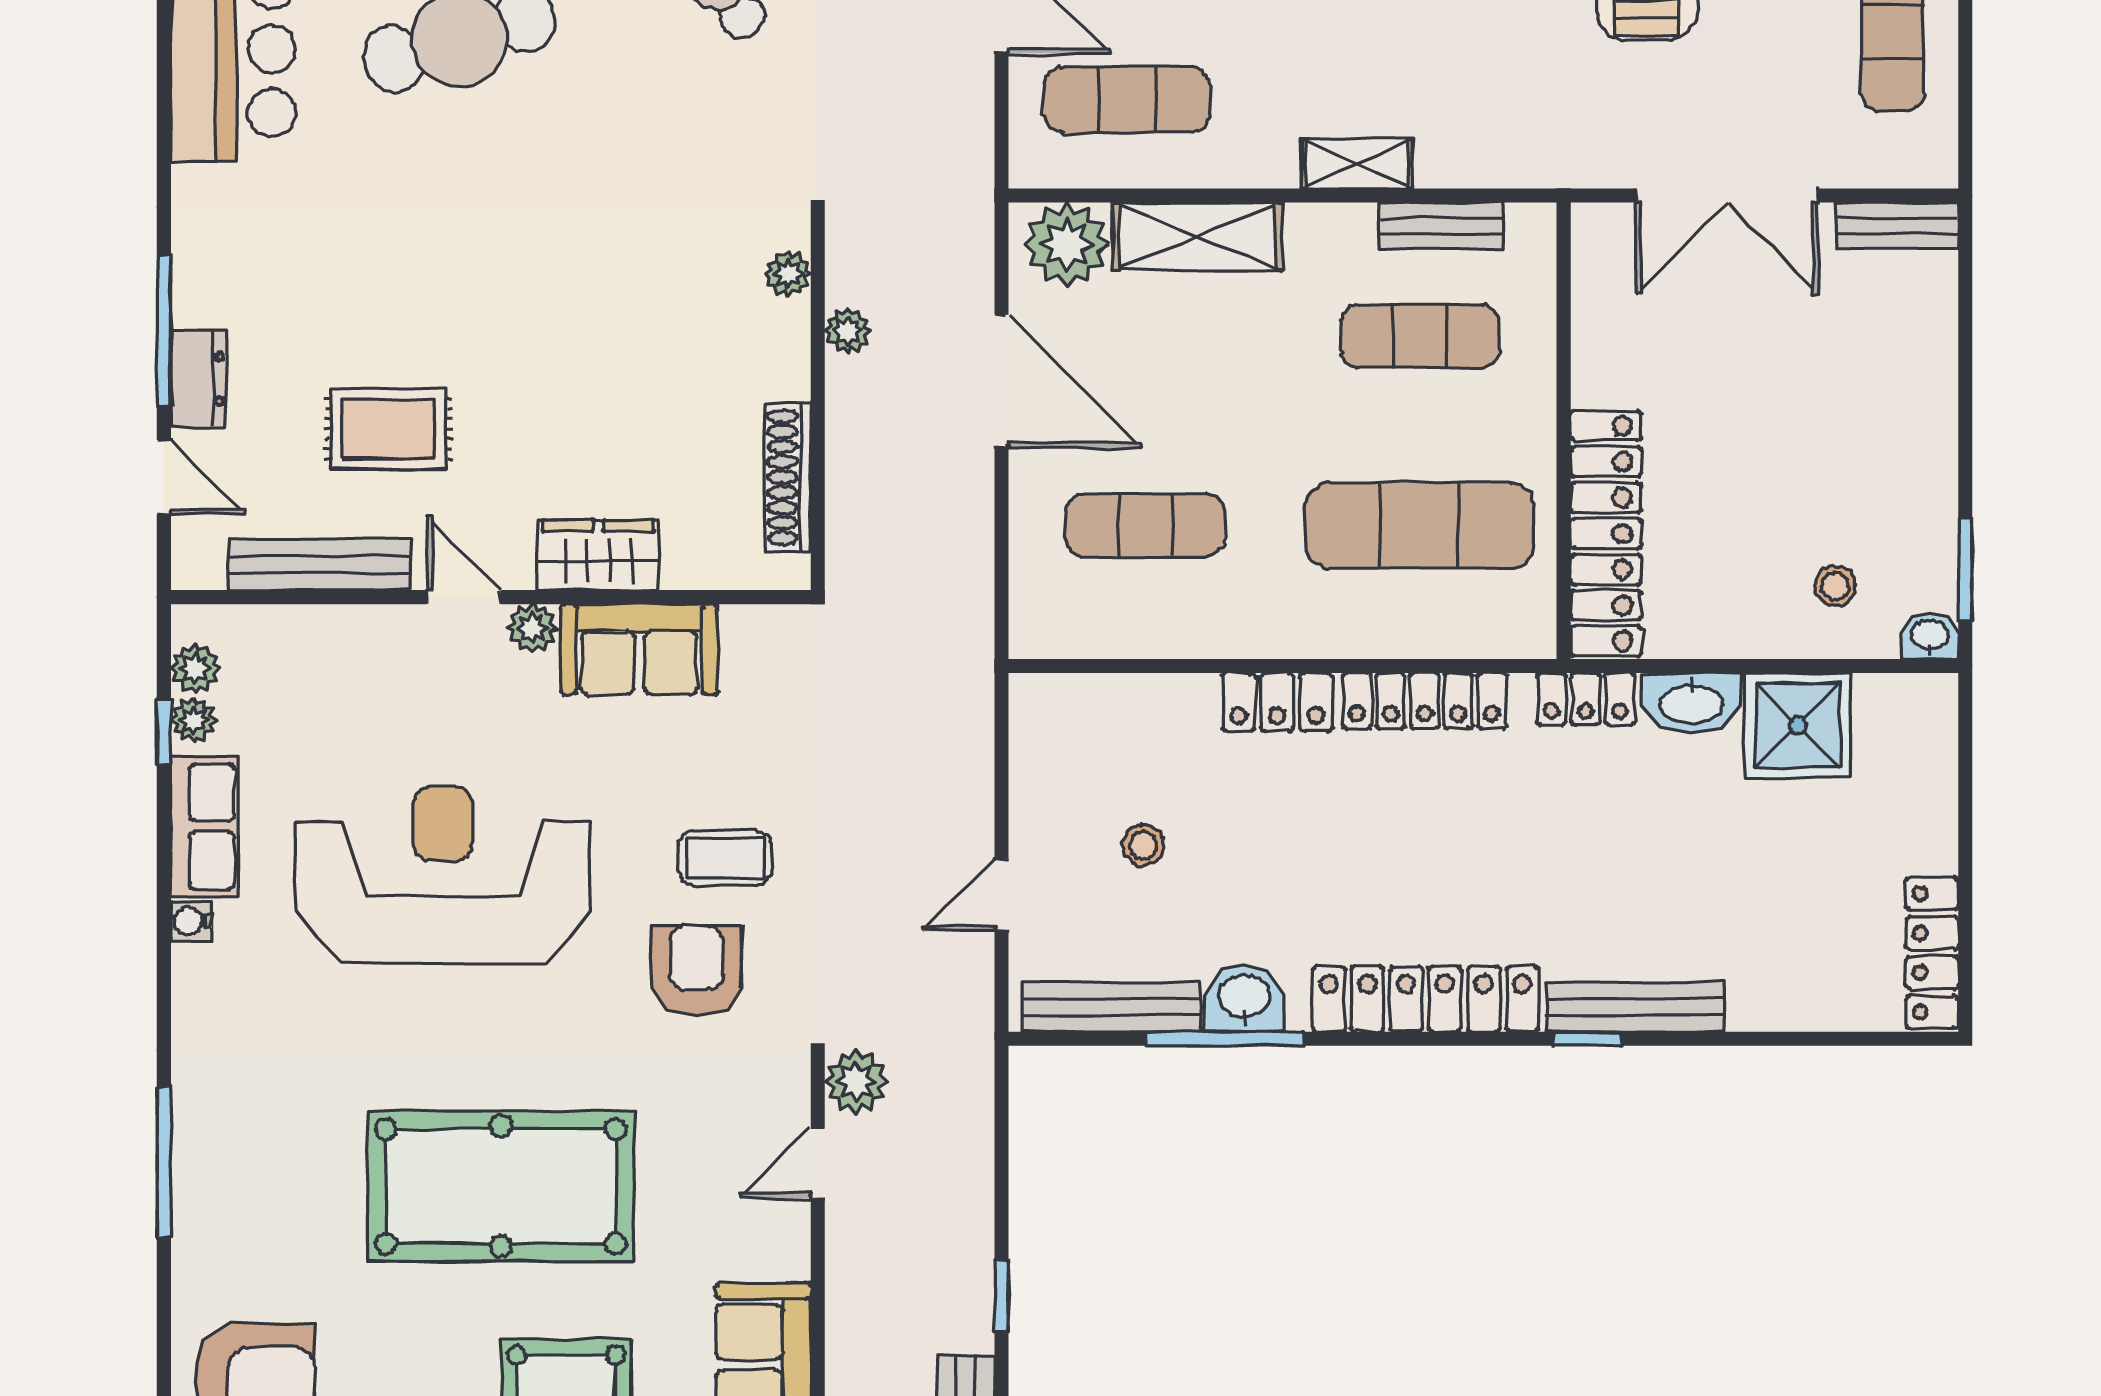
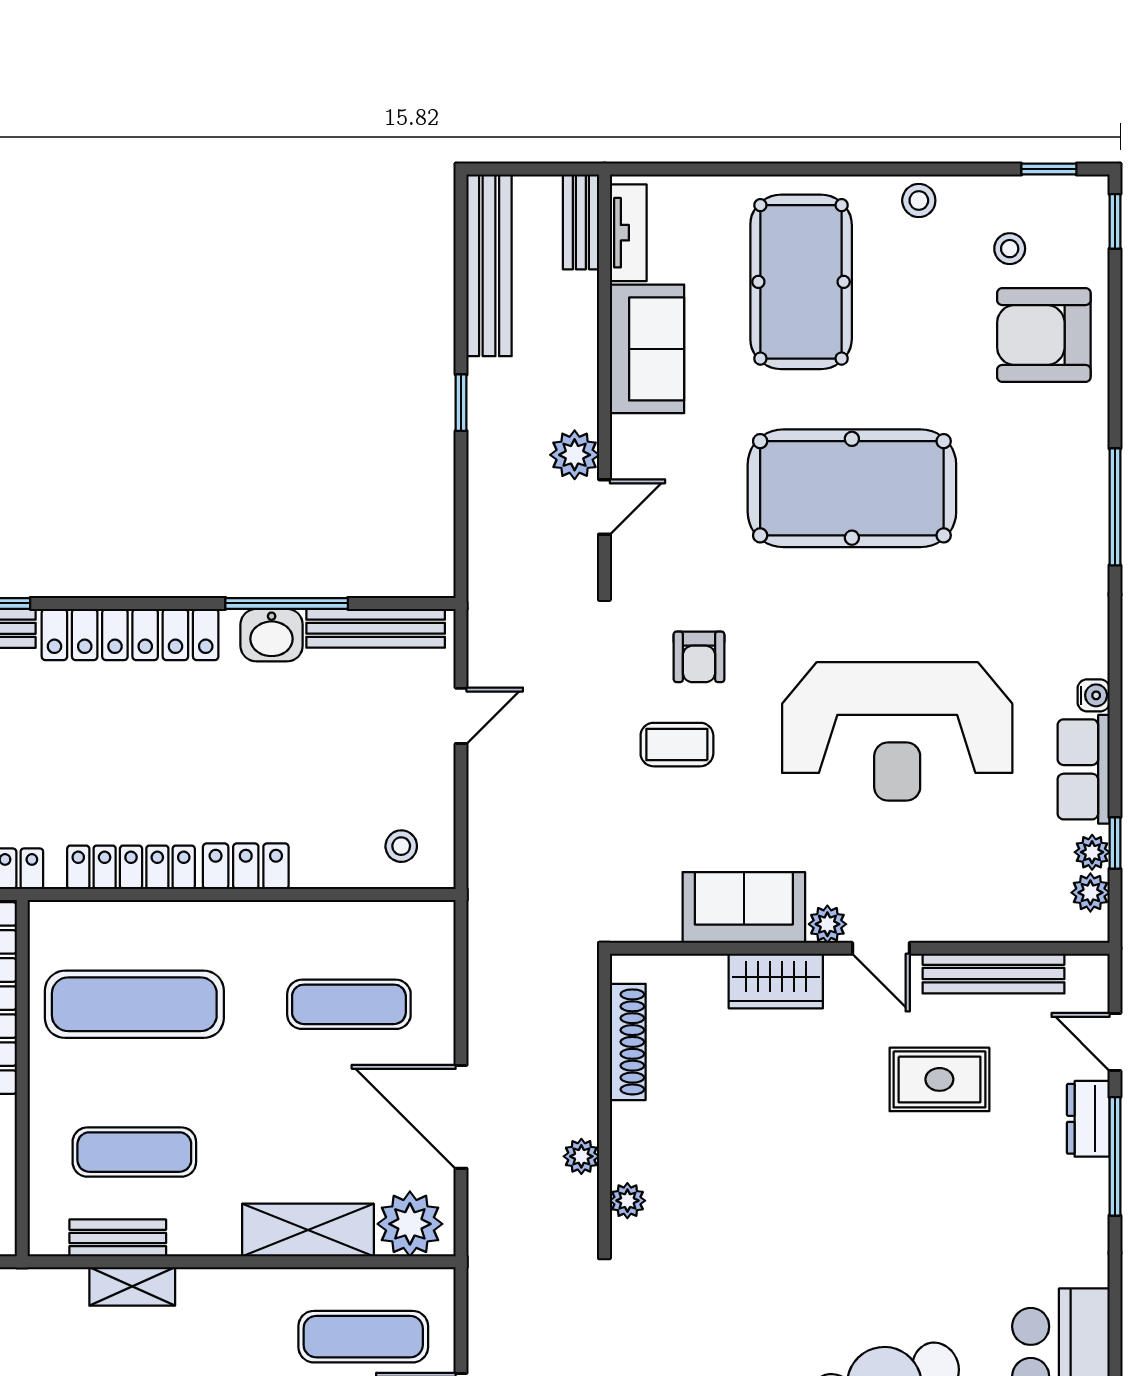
shelving: (1357, 164) -> (132, 1286), moved
stool: (1143, 845) -> (401, 846), moved
armchair: (697, 970) -> (699, 657), width x0.72, depth x0.72
plant: (856, 1082) -> (575, 455), moved

